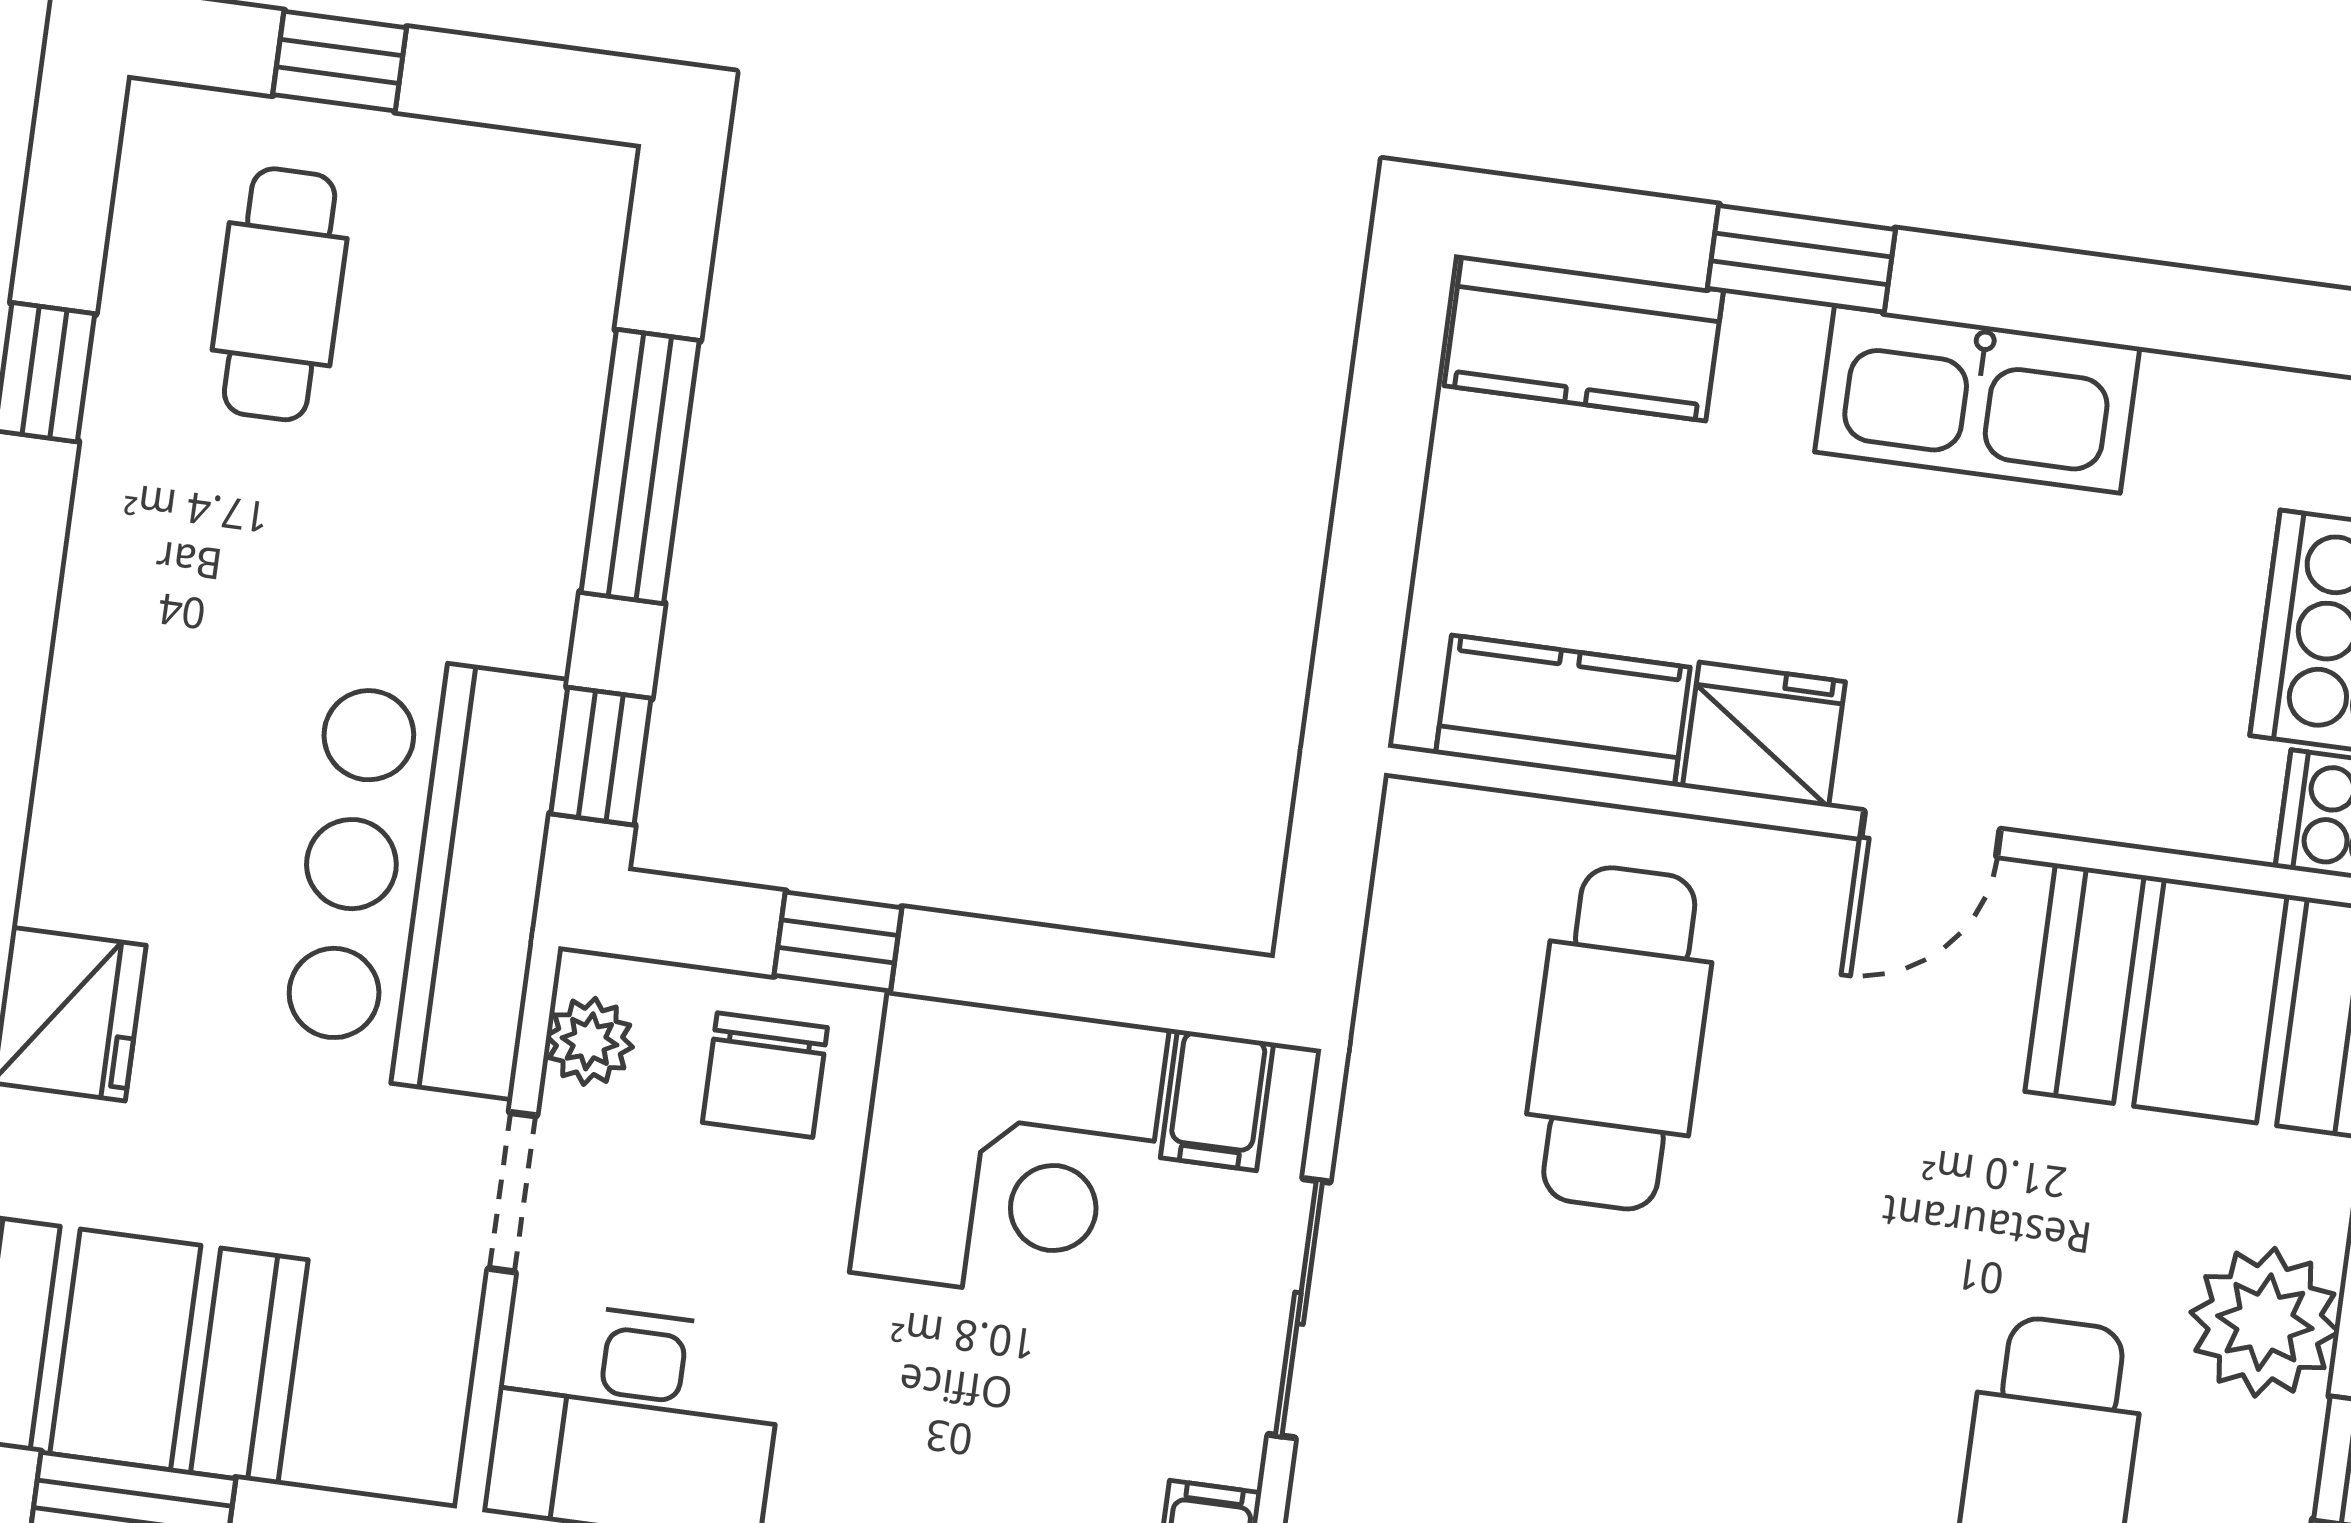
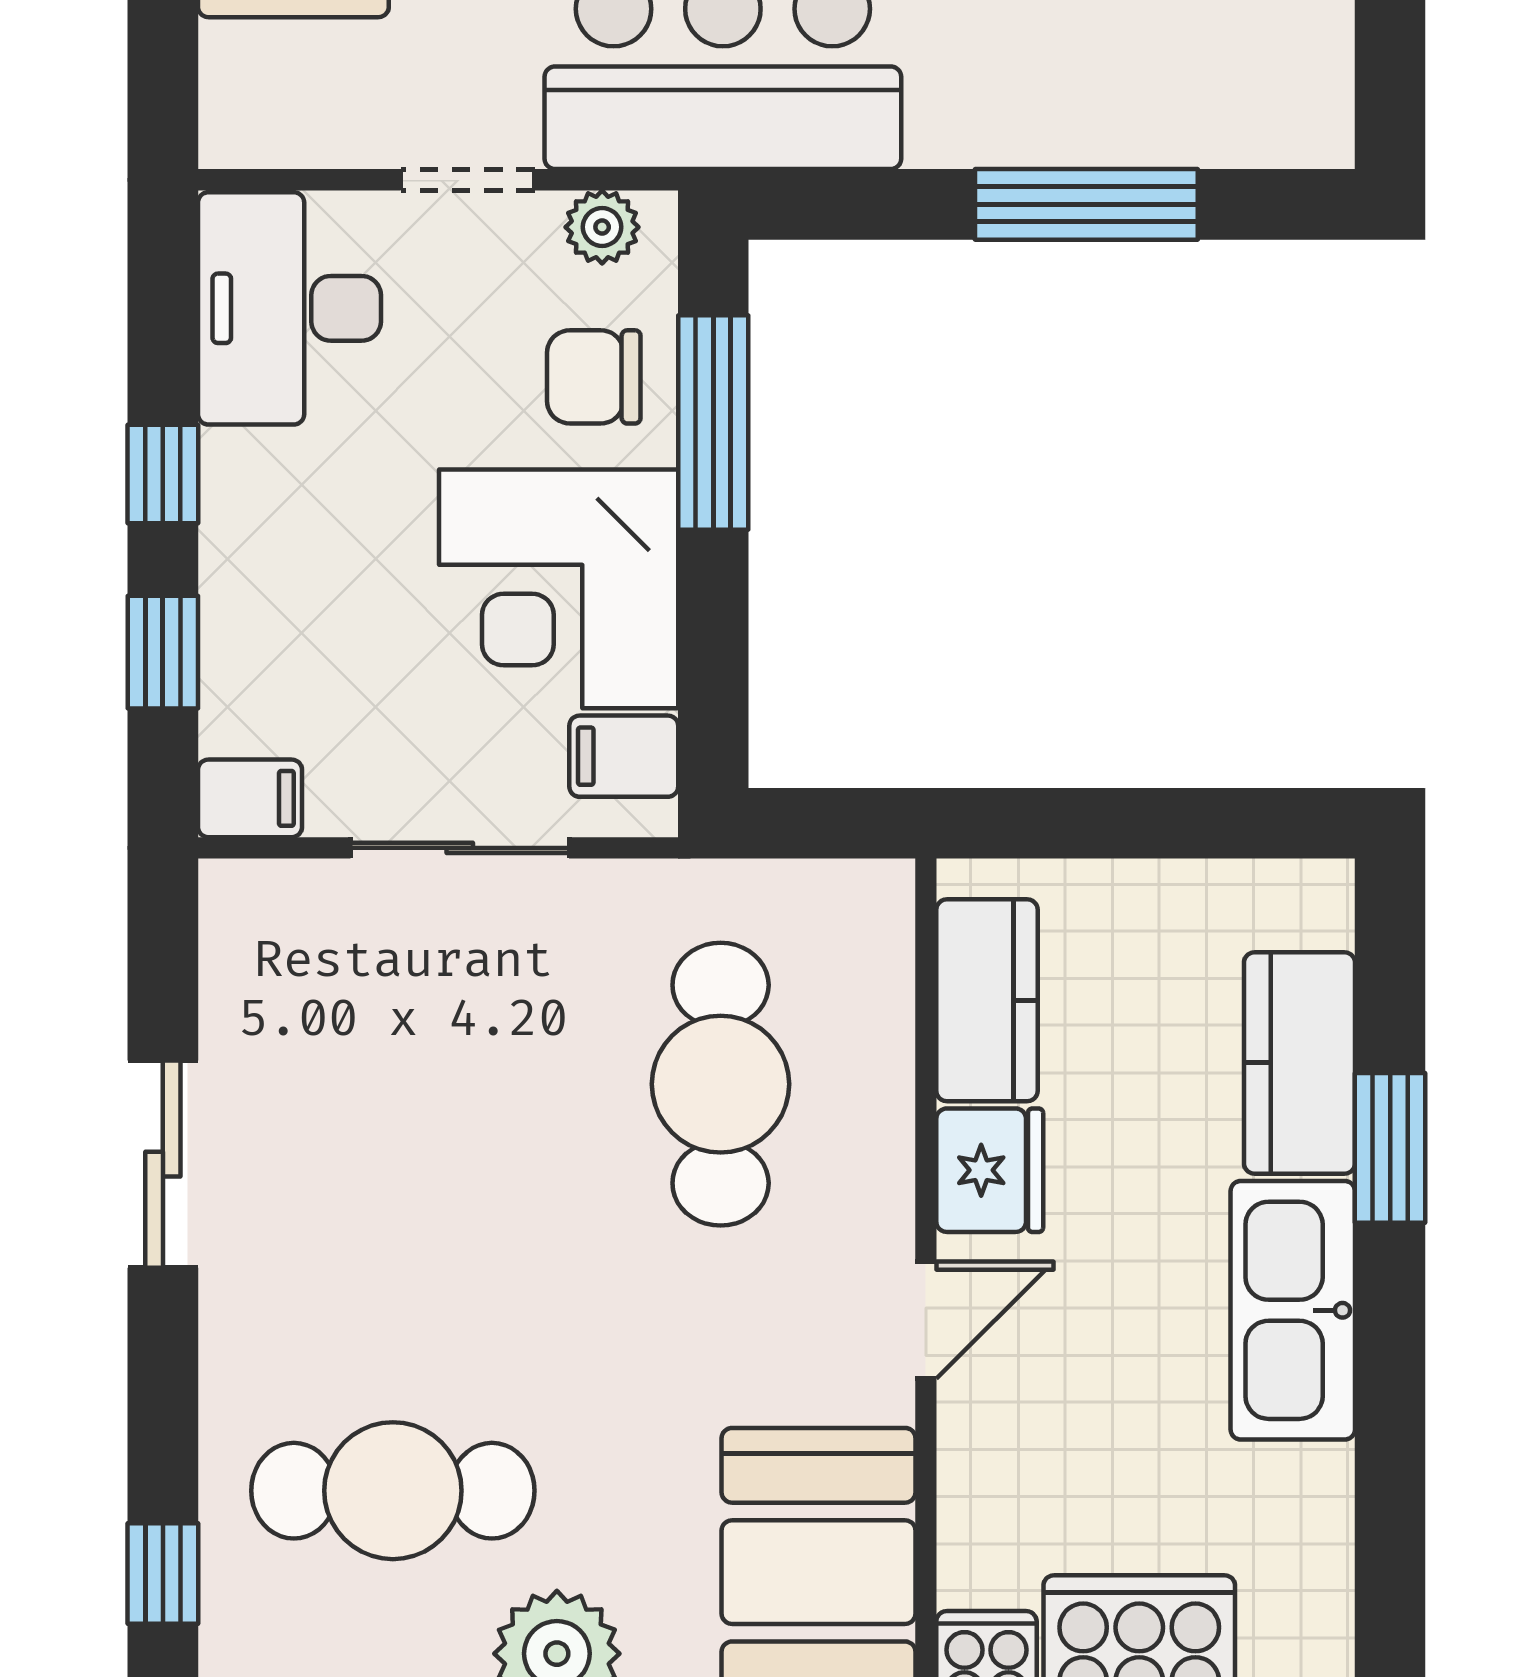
kitchen counter: (1584, 338) -> (1300, 1063), moved
window: (601, 756) -> (841, 204), removed
door: (1930, 834) -> (926, 1320), swing flipped
window: (838, 941) -> (713, 423), width x2.17
cafe table: (1619, 1038) -> (721, 1084), turned 90

